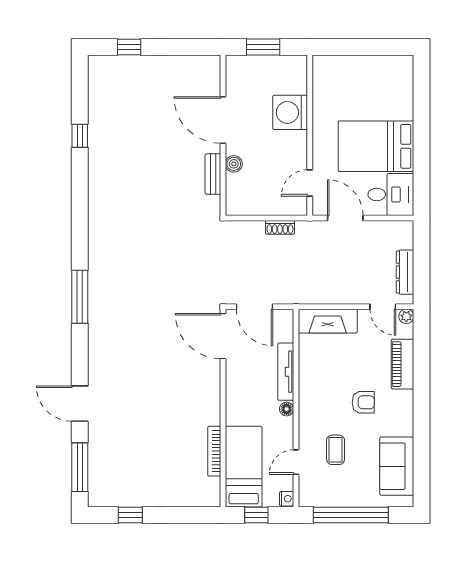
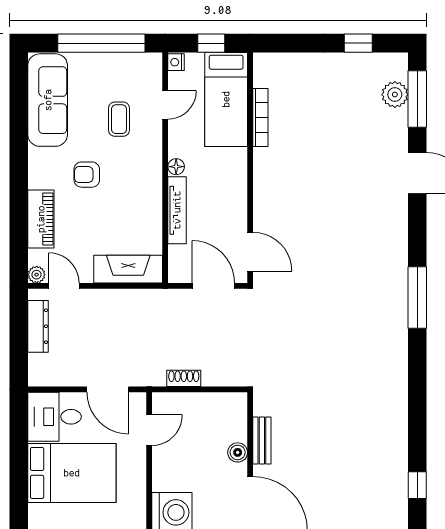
door: (223, 336) -> (250, 252), width x0.73
sofa: (397, 466) -> (48, 100), width x1.36
plant: (99, 471) -> (395, 95), added

